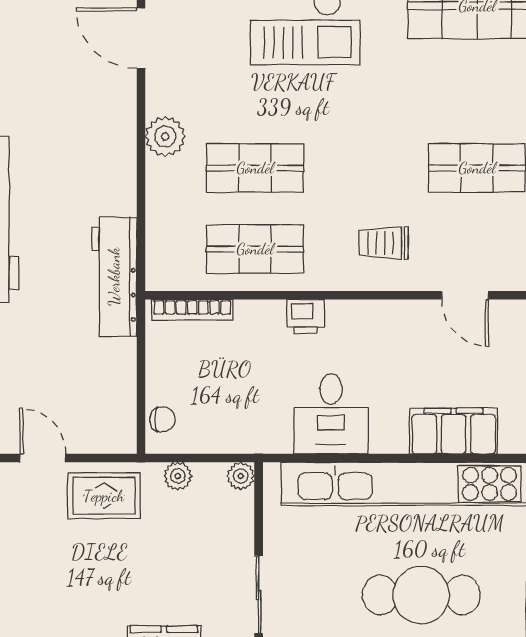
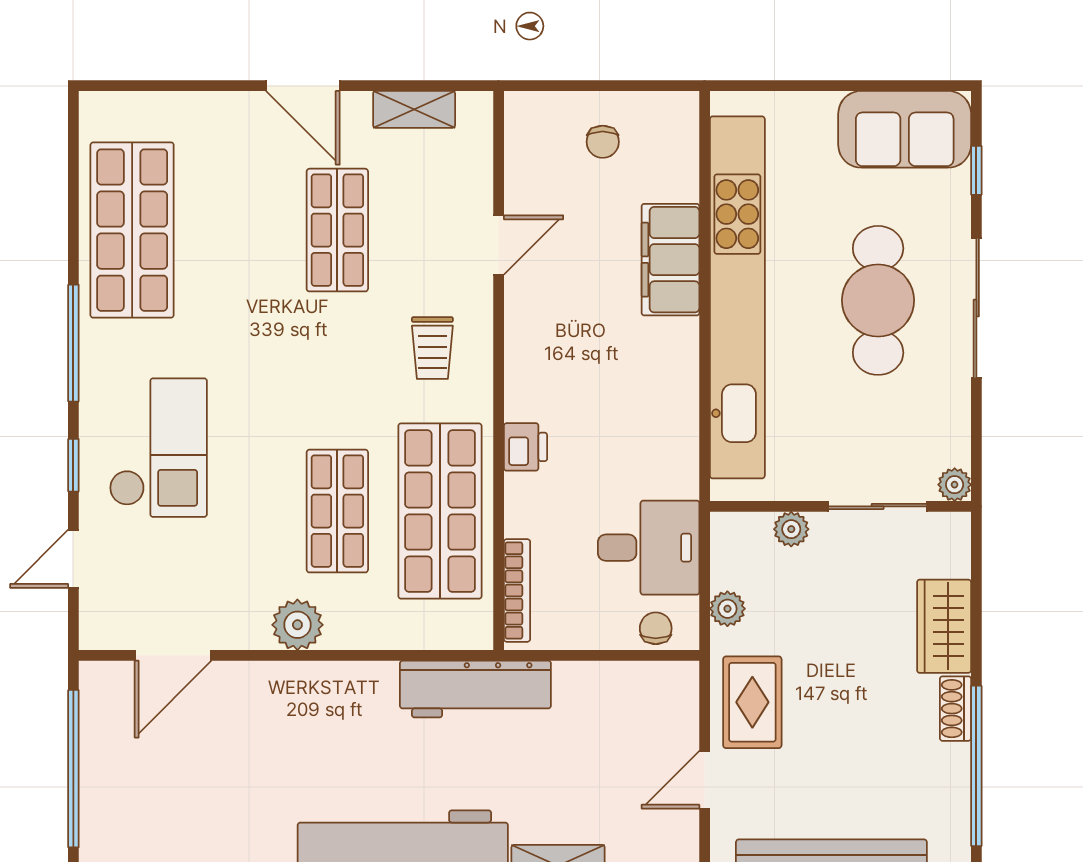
shop shelf: (255, 249) -> (440, 511), width x1.43, depth x1.36
desk: (331, 414) -> (649, 548), moved
plant: (241, 476) -> (791, 529), moved

